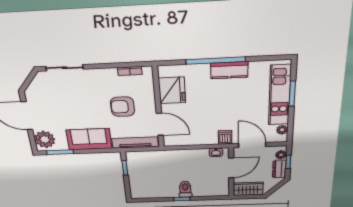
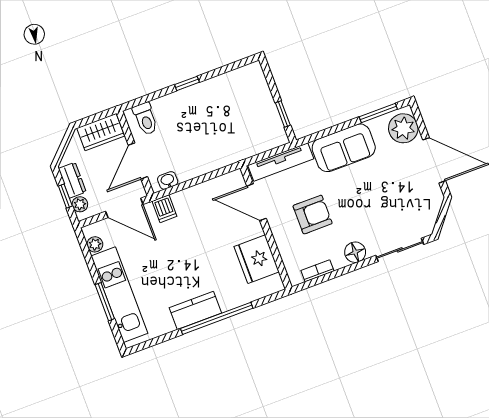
floor lamp: (98, 75) -> (355, 252), added
toilet: (185, 189) -> (145, 119), moved

